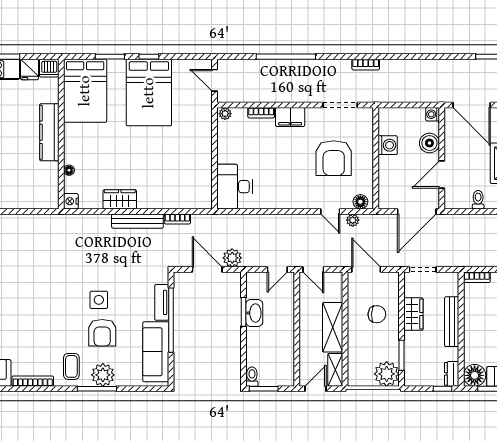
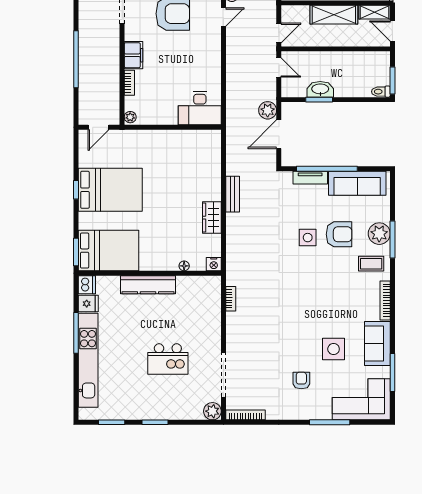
window: (110, 57) -> (76, 252), moved
bookcase: (177, 219) -> (231, 299), moved
bench: (137, 221) -> (233, 194), width x0.73

